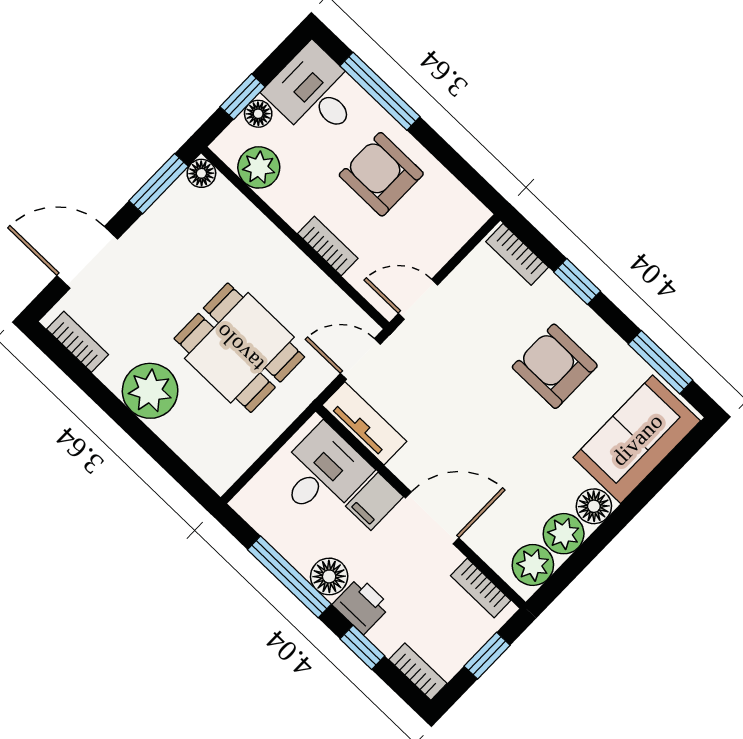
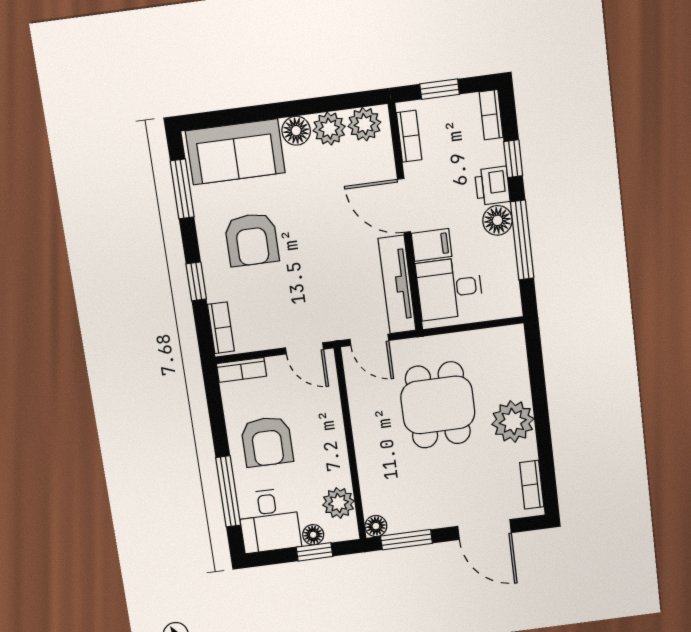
bookcase: (328, 246) -> (241, 370), moved, turned -90
tv unit: (364, 423) -> (397, 285), width x1.41

